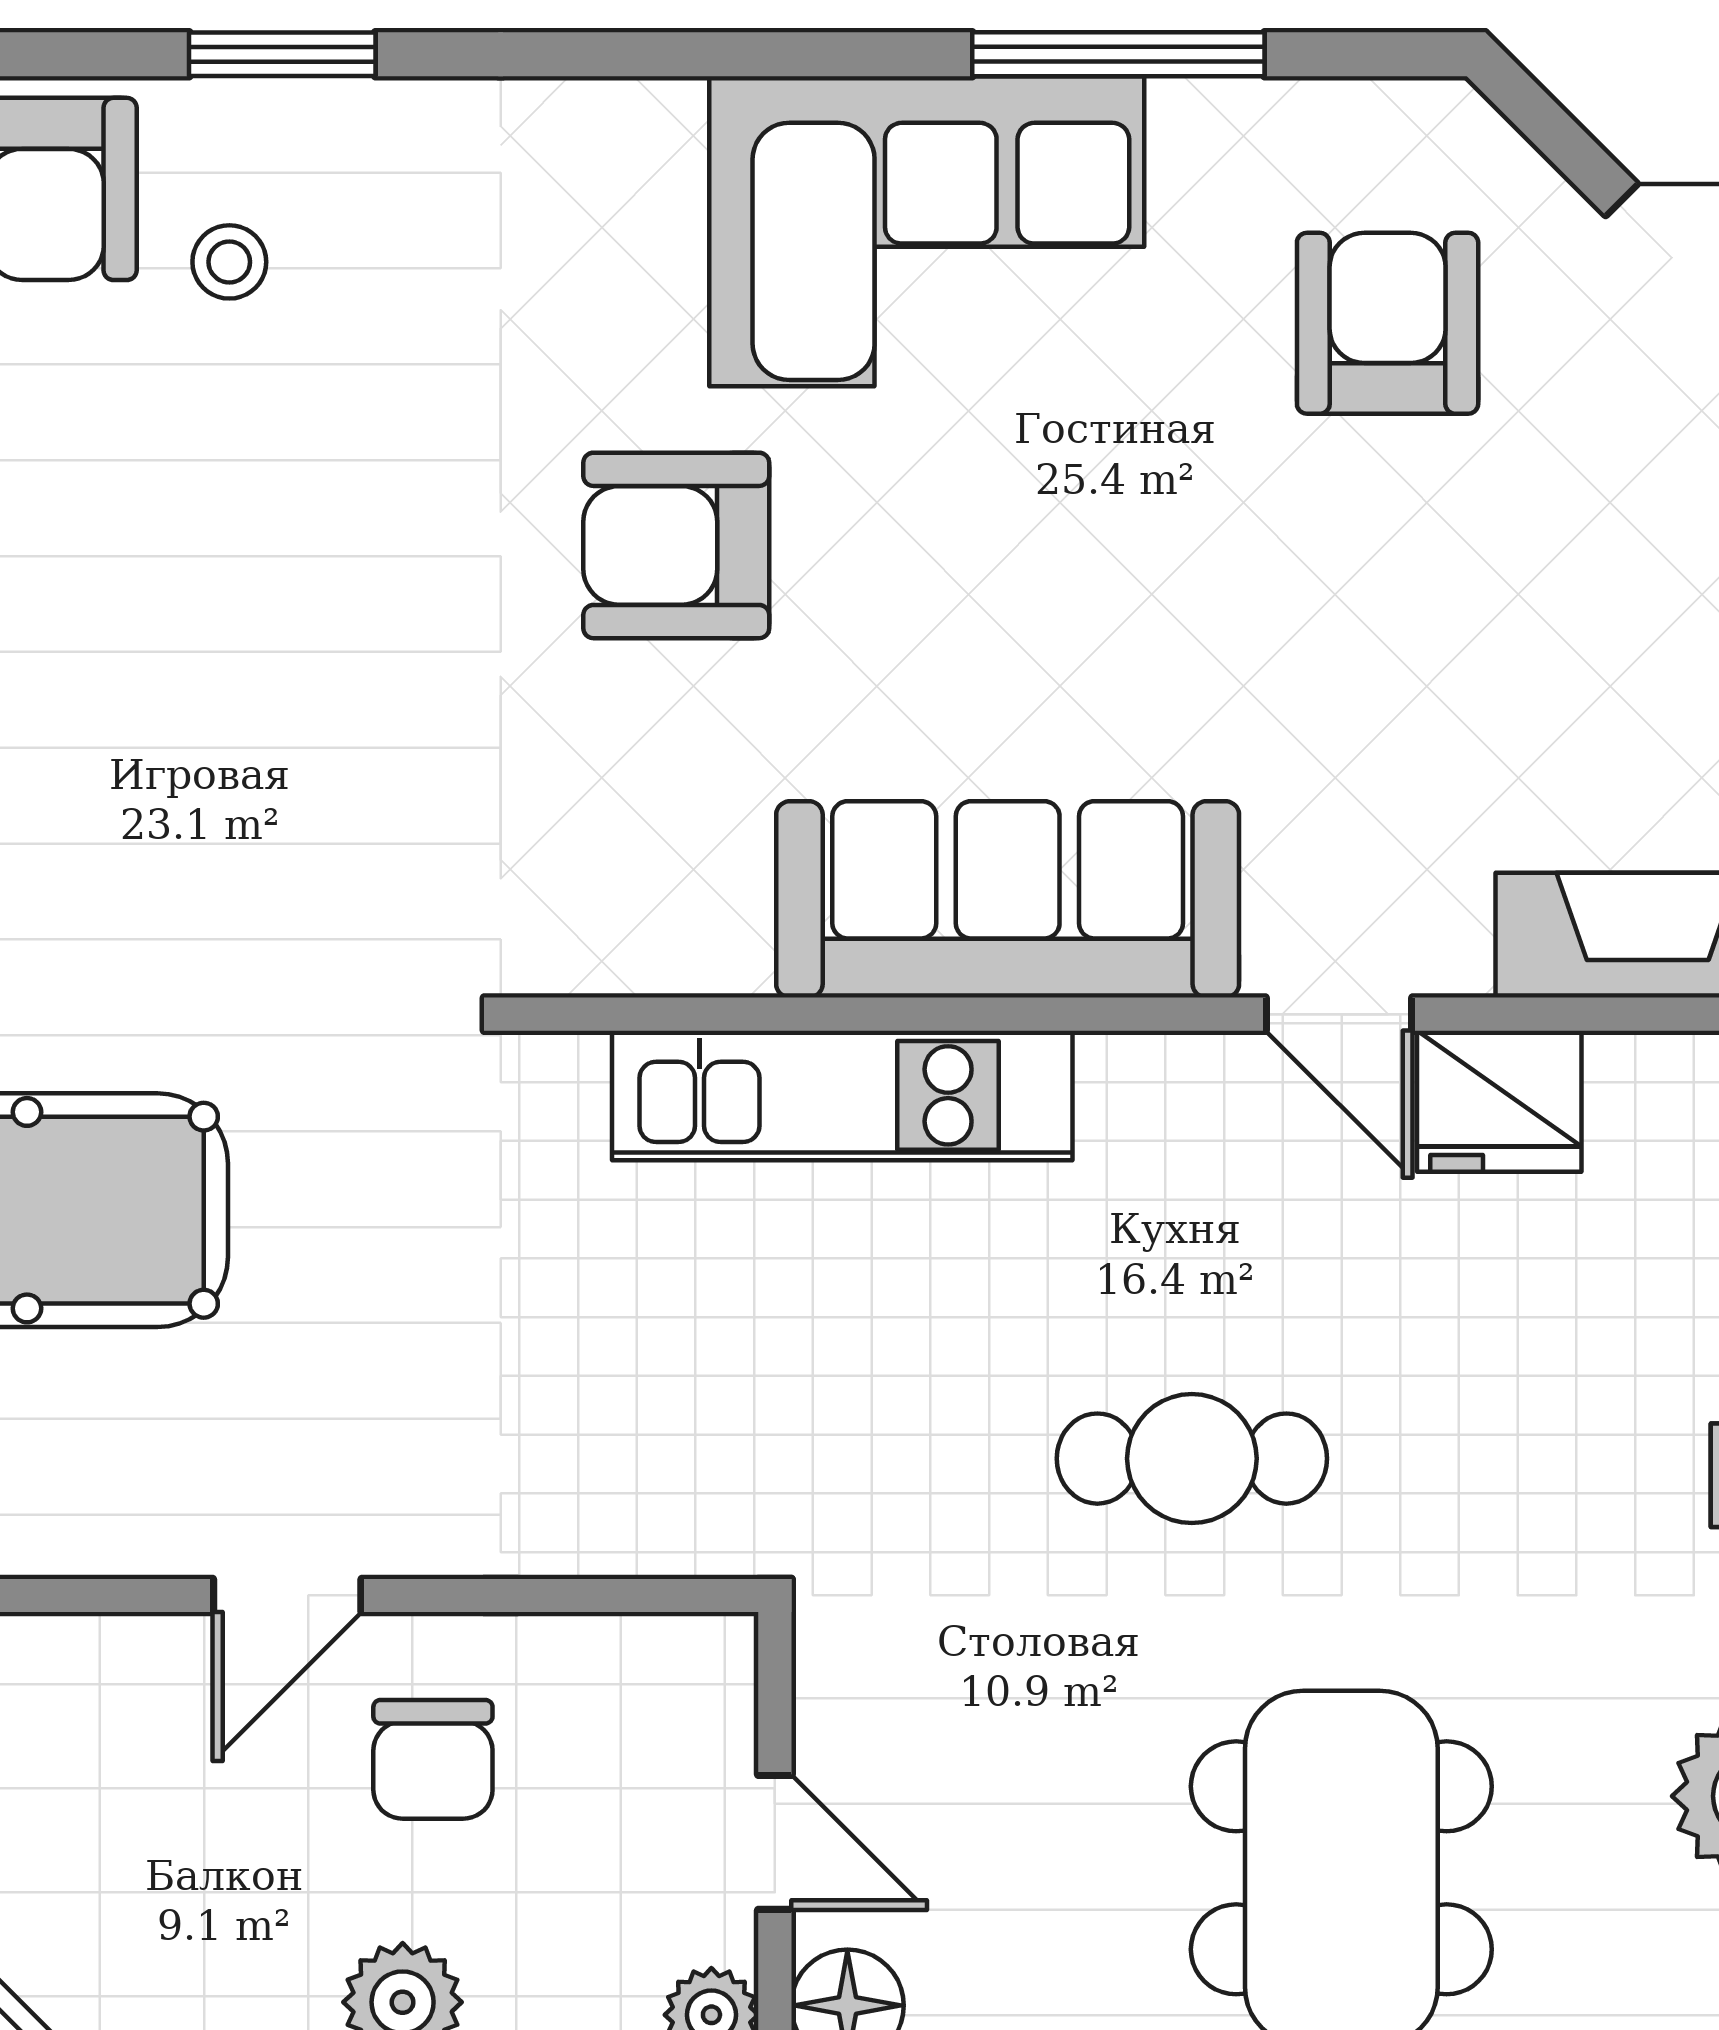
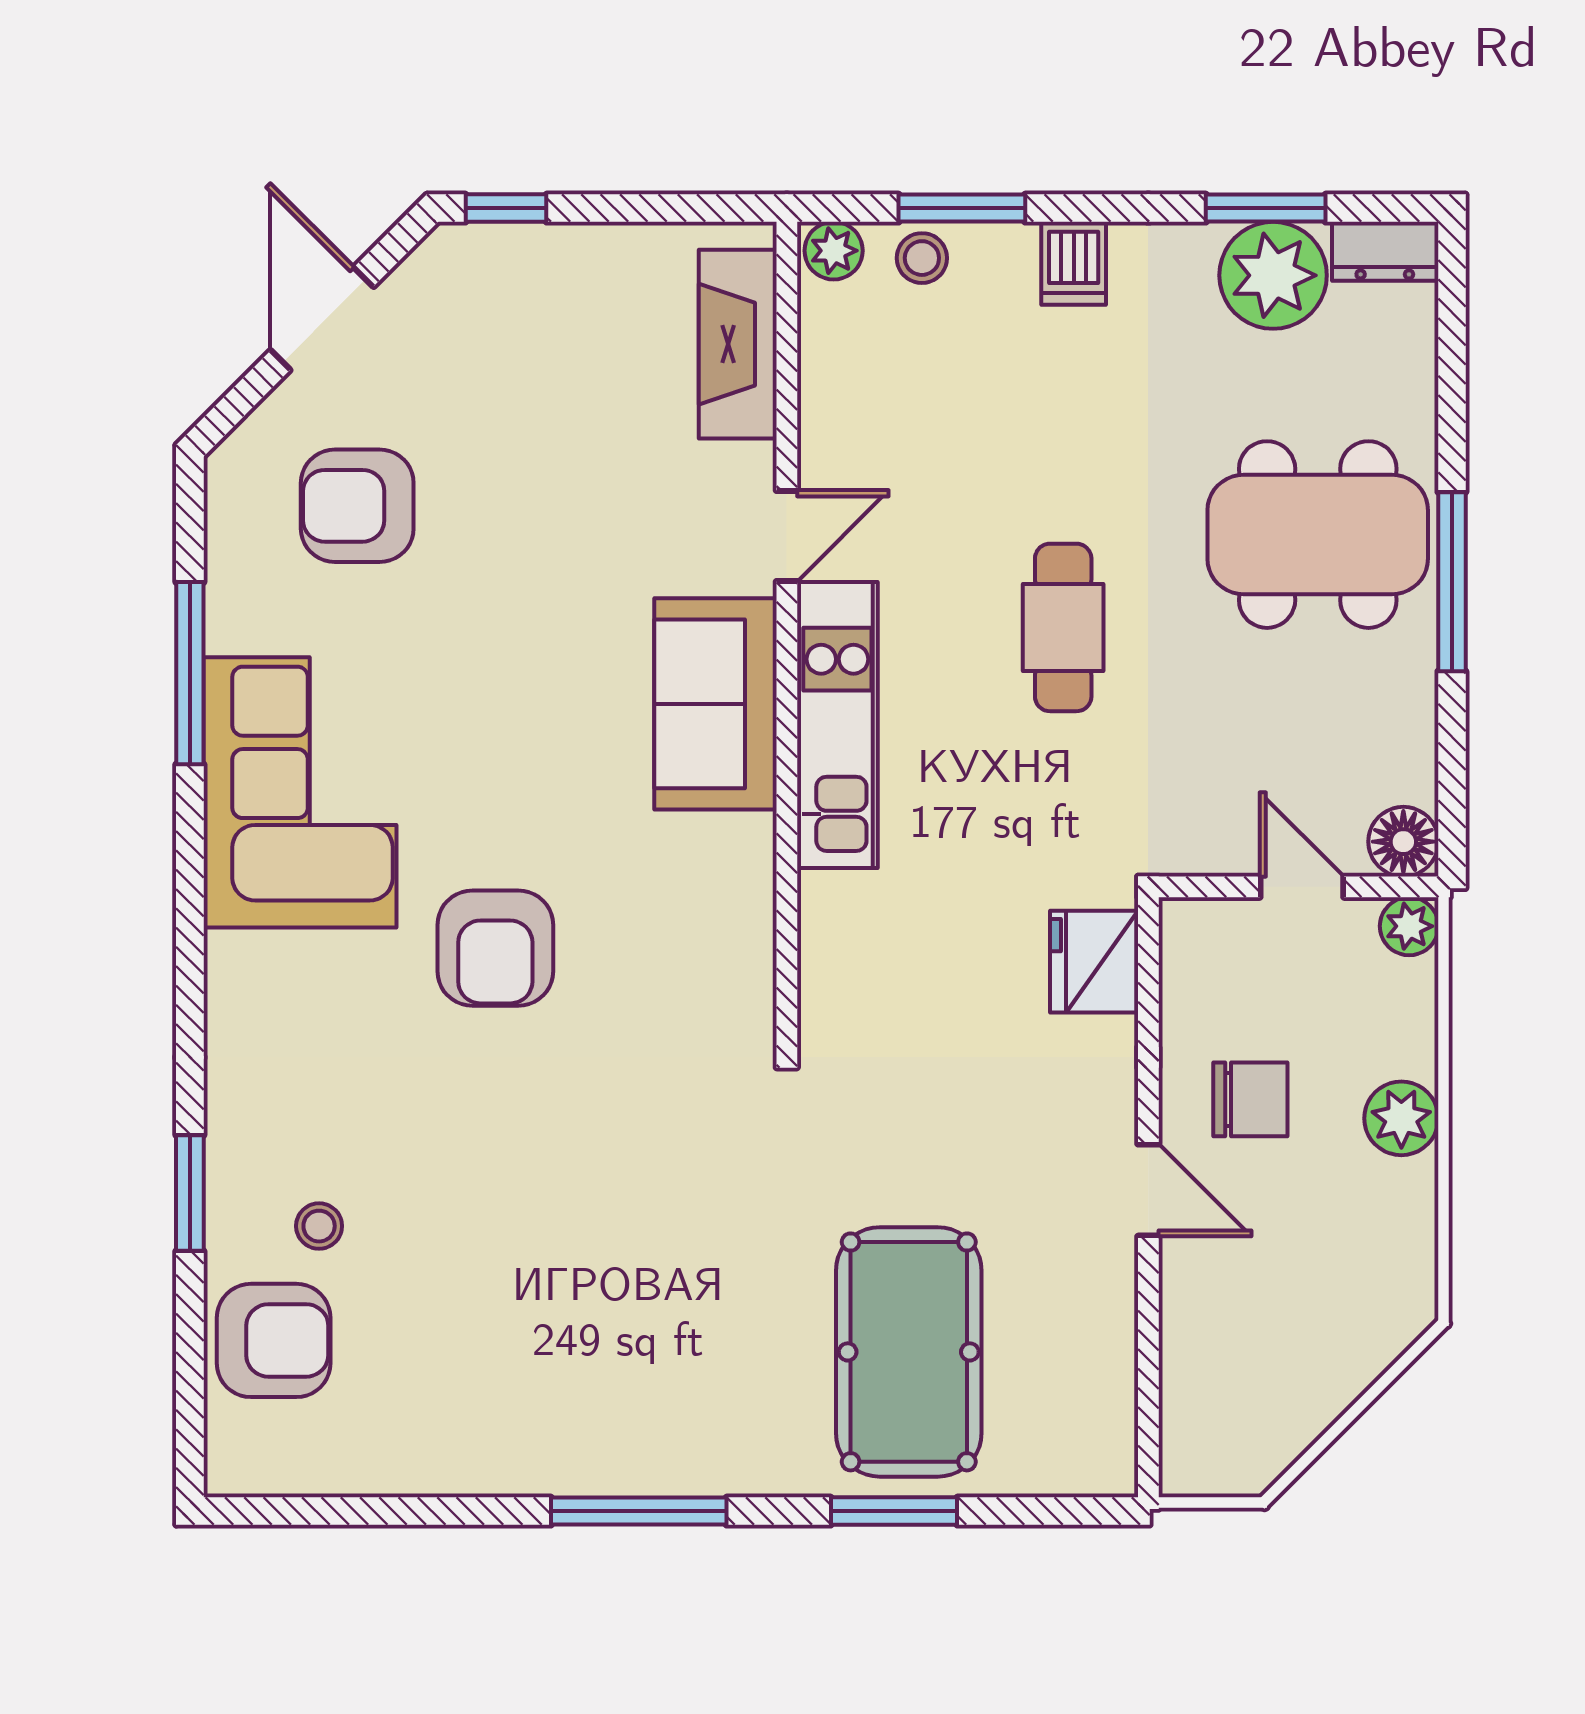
sofa: (1008, 899) -> (715, 704), width x0.73
kitchen unit: (842, 1095) -> (837, 725), moved
fridge: (1499, 1101) -> (1094, 962), moved, turned 180
door: (775, 1842) -> (1302, 887), hinge flipped

